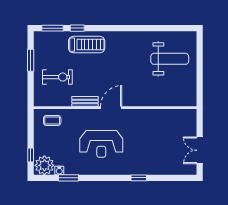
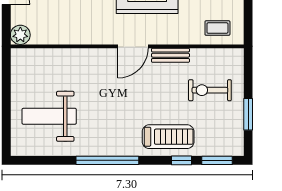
window: (129, 28) -> (107, 160), added
treadmill: (87, 45) -> (168, 137), turned 180
plant: (190, 116) -> (20, 35), added

